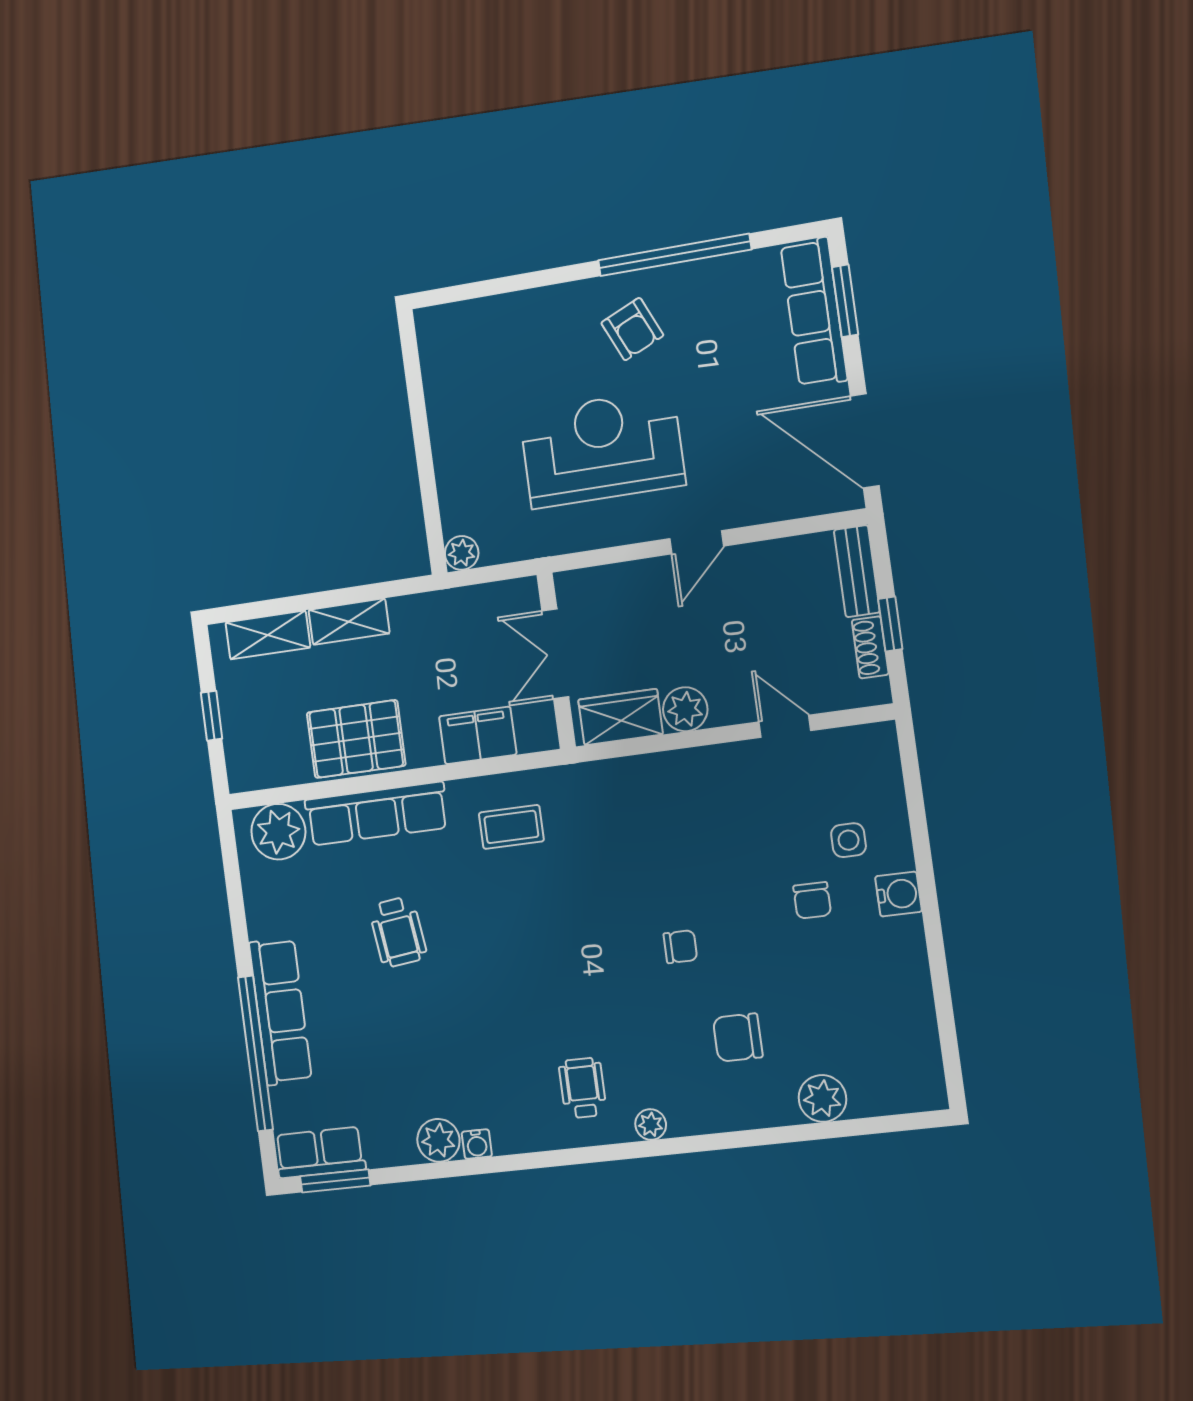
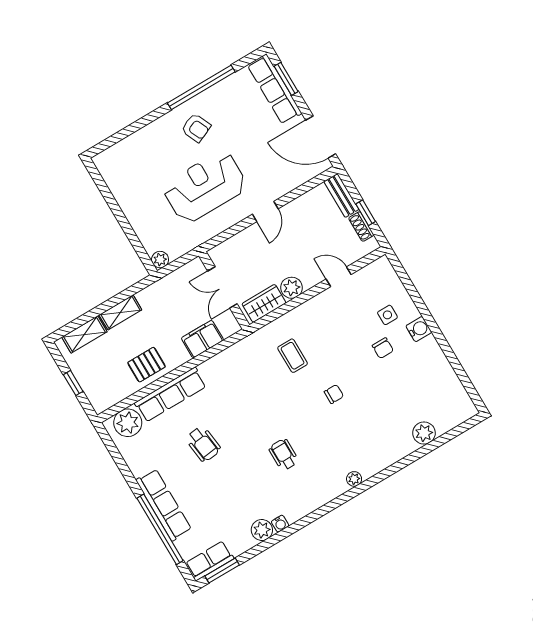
pallet: (356, 739) -> (147, 365), width x0.67, depth x0.71
coffee table: (511, 827) -> (293, 356), moved, turned 90
chair: (738, 1038) -> (376, 423), removed
wheelchair: (583, 1088) -> (284, 455), moved

